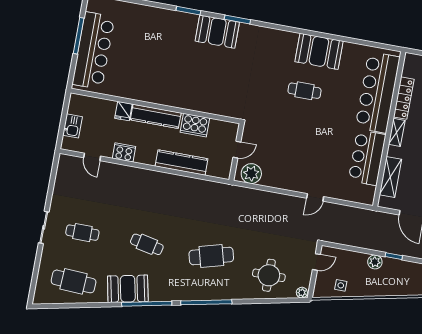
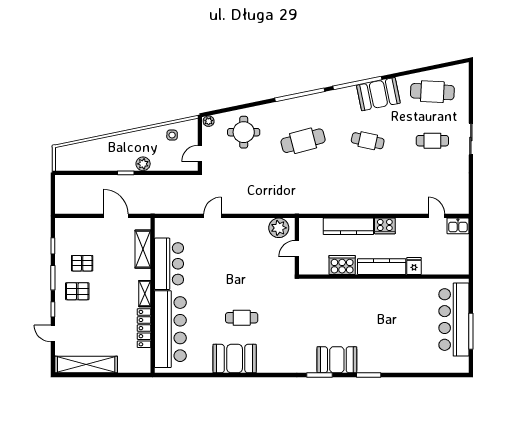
kitchen sink: (72, 126) -> (458, 226), moved, turned -90
cooker: (124, 152) -> (385, 226), moved

